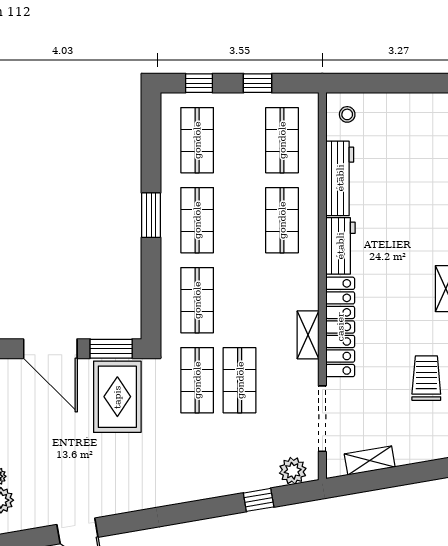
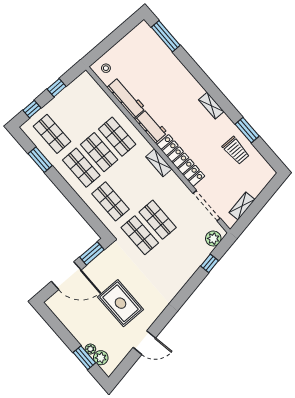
shop shelf: (282, 140) -> (99, 152), moved
window: (151, 215) -> (40, 160), moved
shelving: (308, 335) -> (159, 163), moved
trolley: (426, 378) -> (236, 151), turned 180
rug: (117, 397) -> (121, 303), moved

